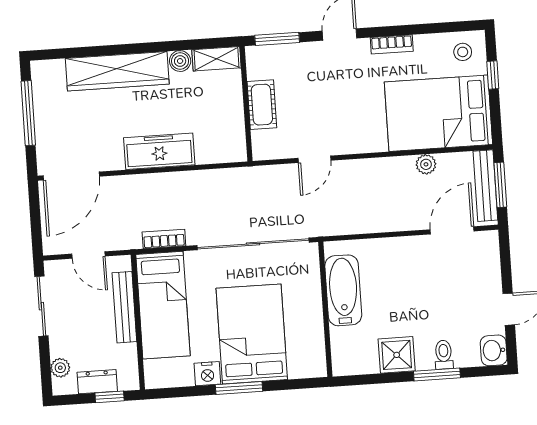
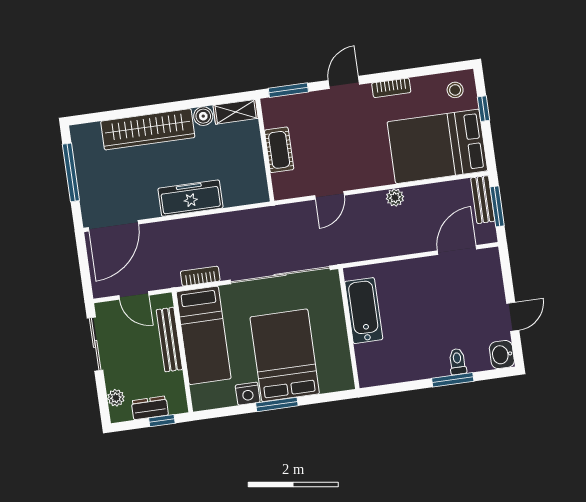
plant: (426, 164) -> (395, 198), moved
bench: (485, 186) -> (483, 200), width x0.73
shower: (397, 355) -> (415, 365), removed

